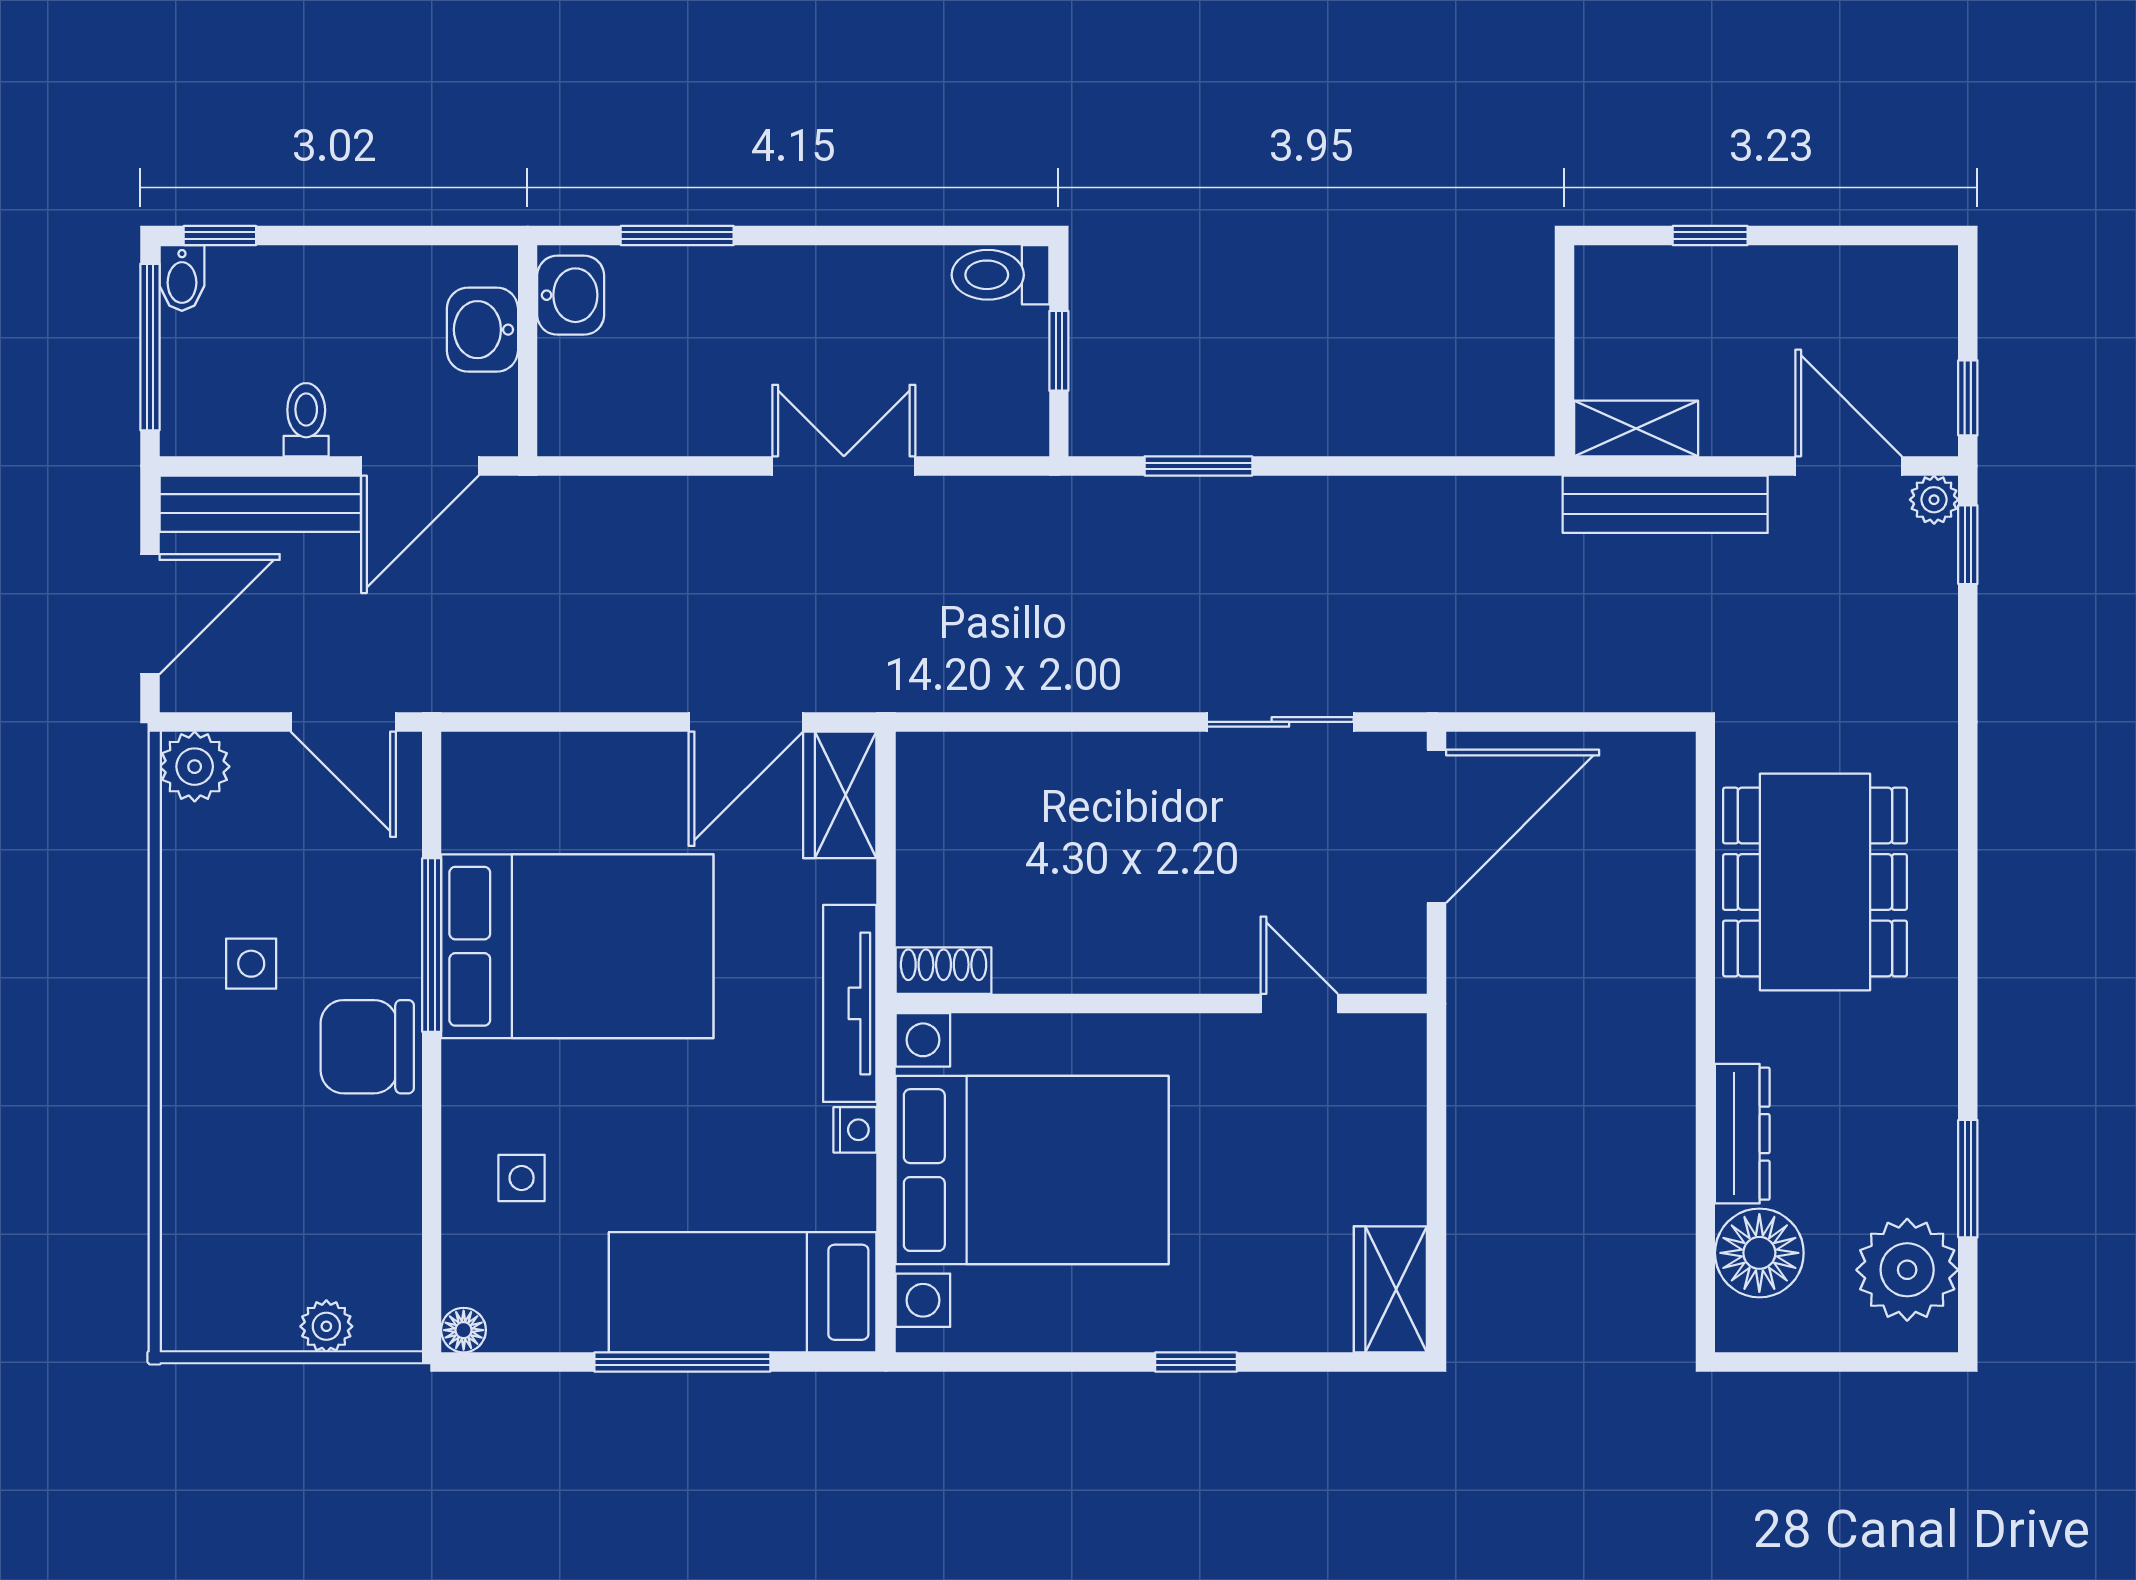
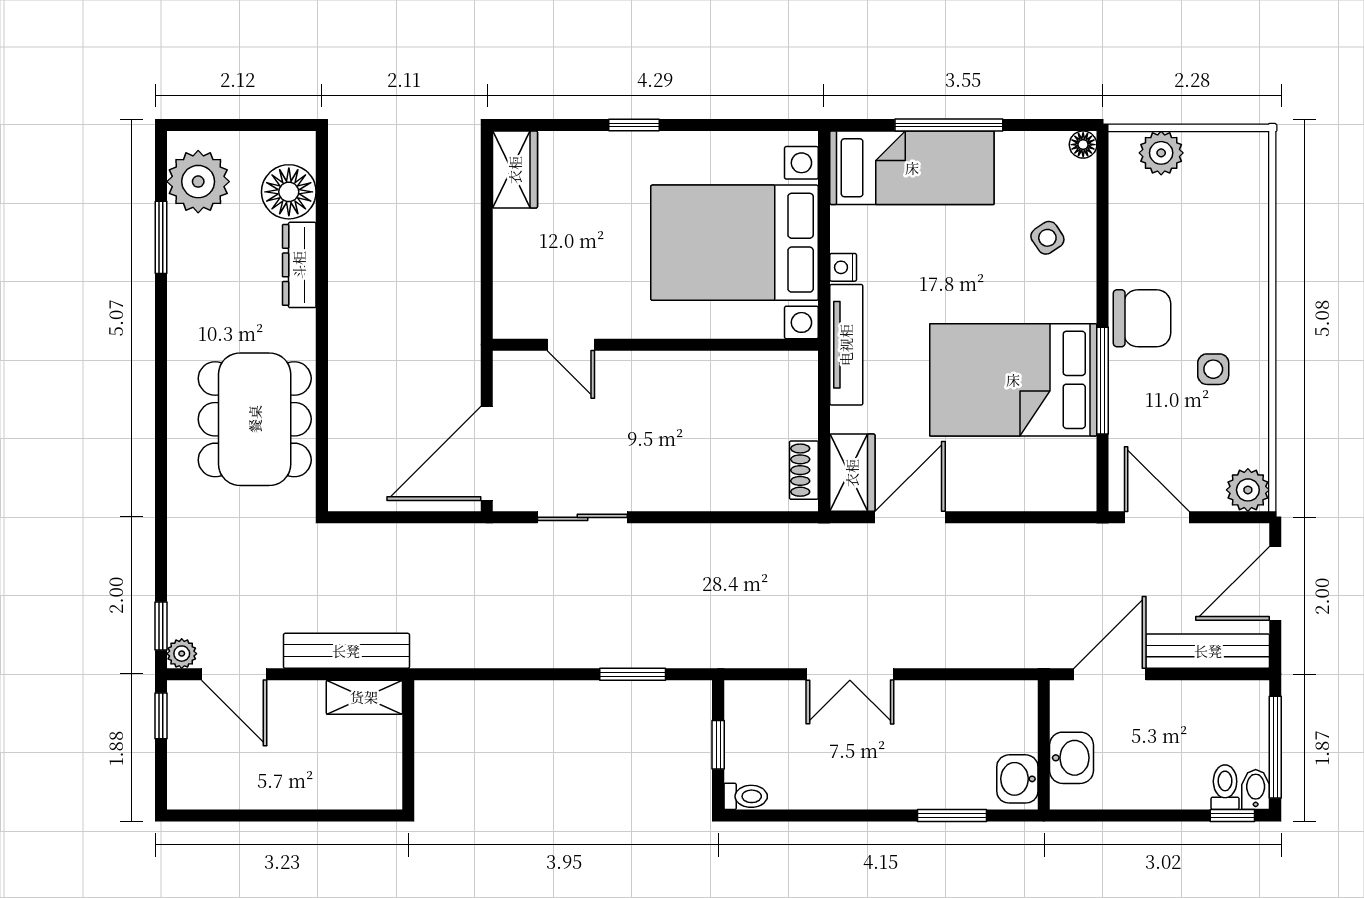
window: (1710, 235) -> (319, 815), removed
toilet: (1000, 275) -> (746, 796), width x0.73, depth x0.72
toilet: (306, 420) -> (1225, 787), moved, turned 180
shoe rack: (944, 971) -> (804, 470), moved, turned 90
side table: (522, 1178) -> (1047, 238), turned -34
plant: (326, 1326) -> (1161, 153), width x1.38, depth x1.38

